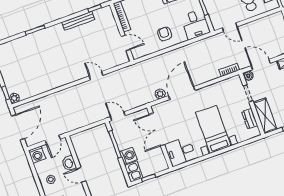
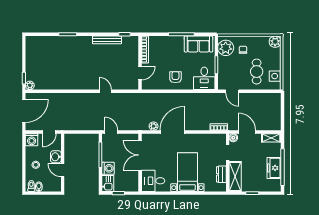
door: (126, 43) -> (140, 73), hinge flipped

